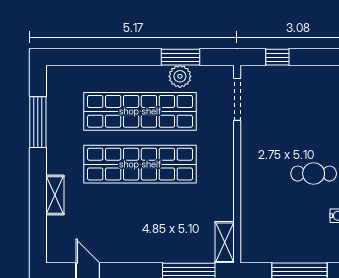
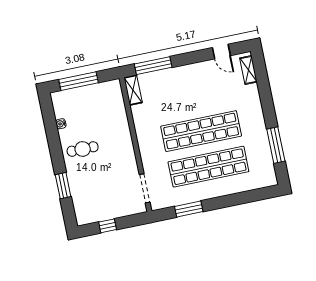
window: (277, 57) -> (108, 226), moved
plant: (180, 76) -> (186, 196), removed
shelving: (55, 195) -> (248, 70), moved

